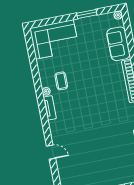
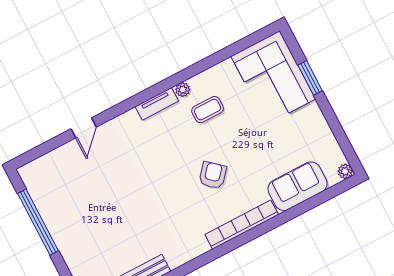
window: (87, 14) -> (310, 78), moved
armchair: (98, 89) -> (213, 175), added

